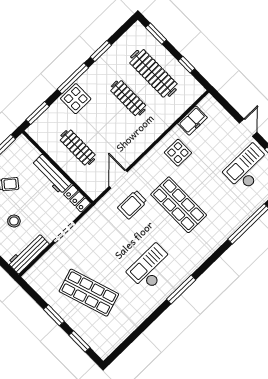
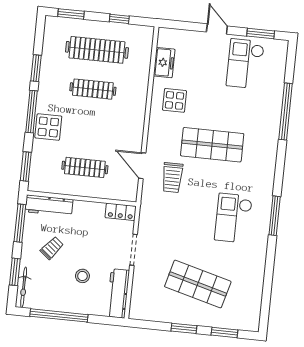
workbench: (51, 174) -> (49, 206), moved
shop shelf: (89, 293) -> (198, 284), turned 33

